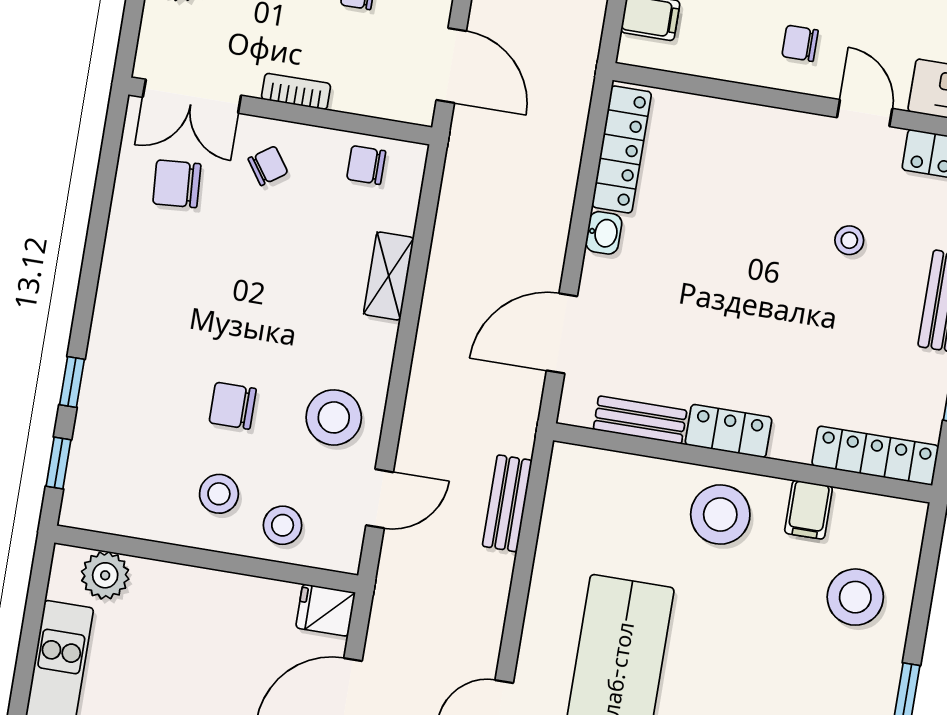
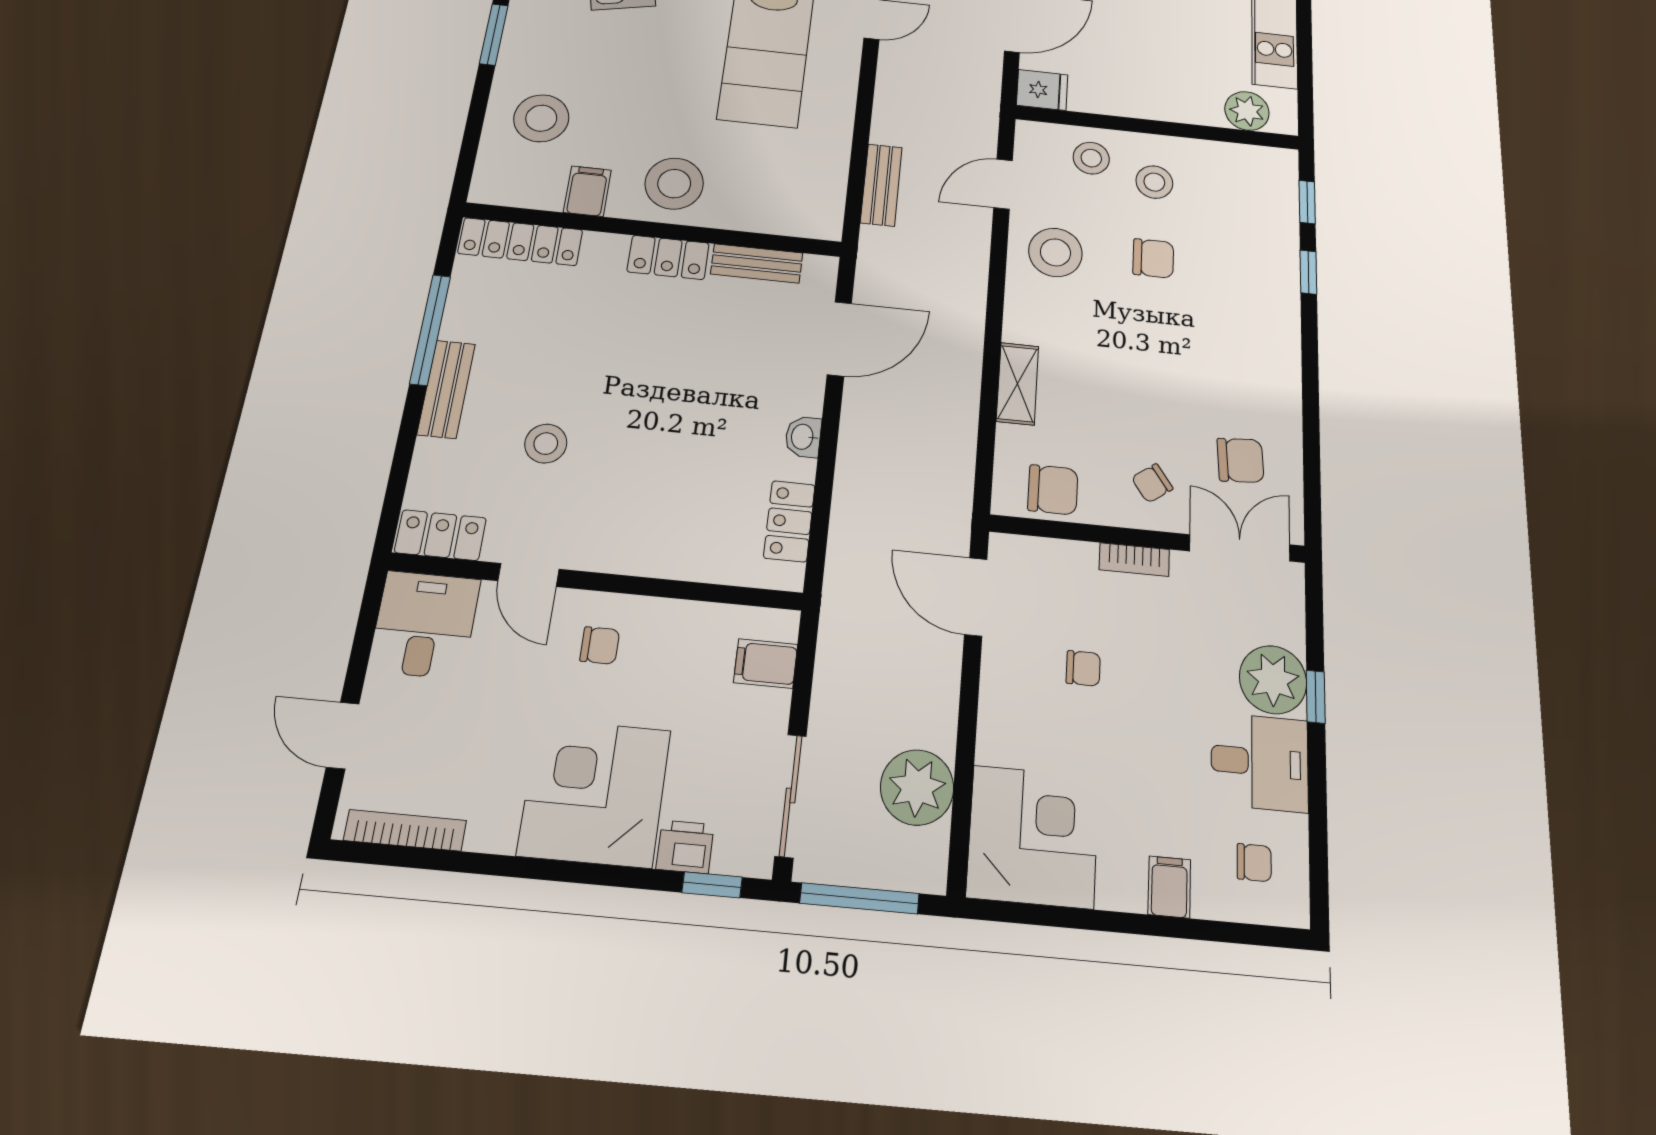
locker: (622, 149) -> (789, 521), width x0.66
chair: (366, 165) -> (1053, 490), width x1.37, depth x1.37
stool: (849, 240) -> (546, 444), width x1.37, depth x1.37

